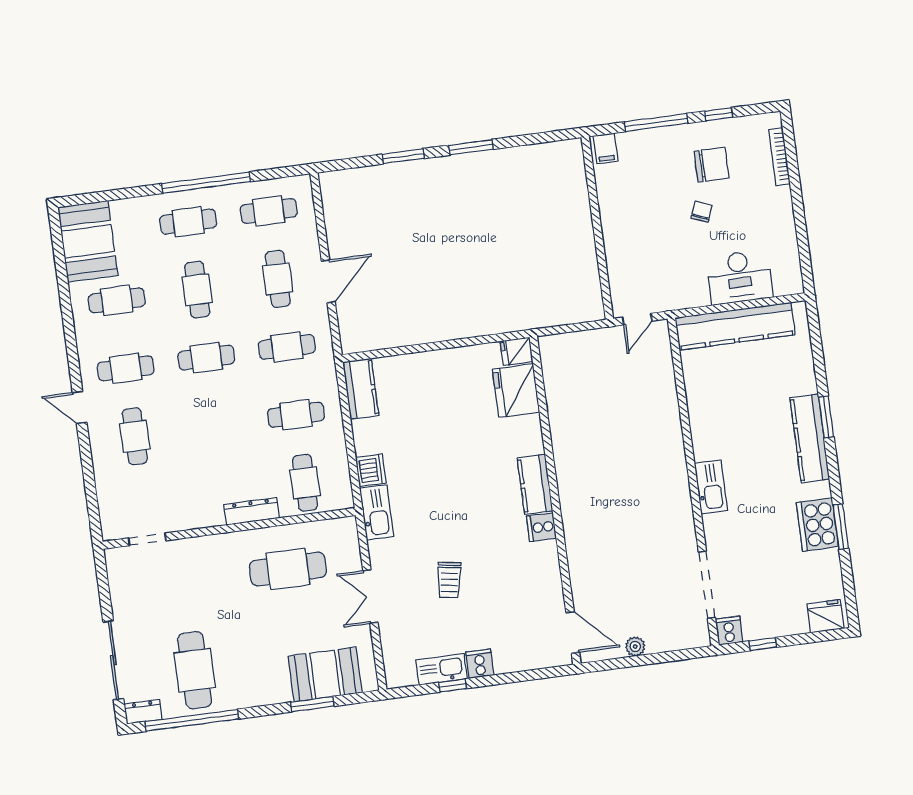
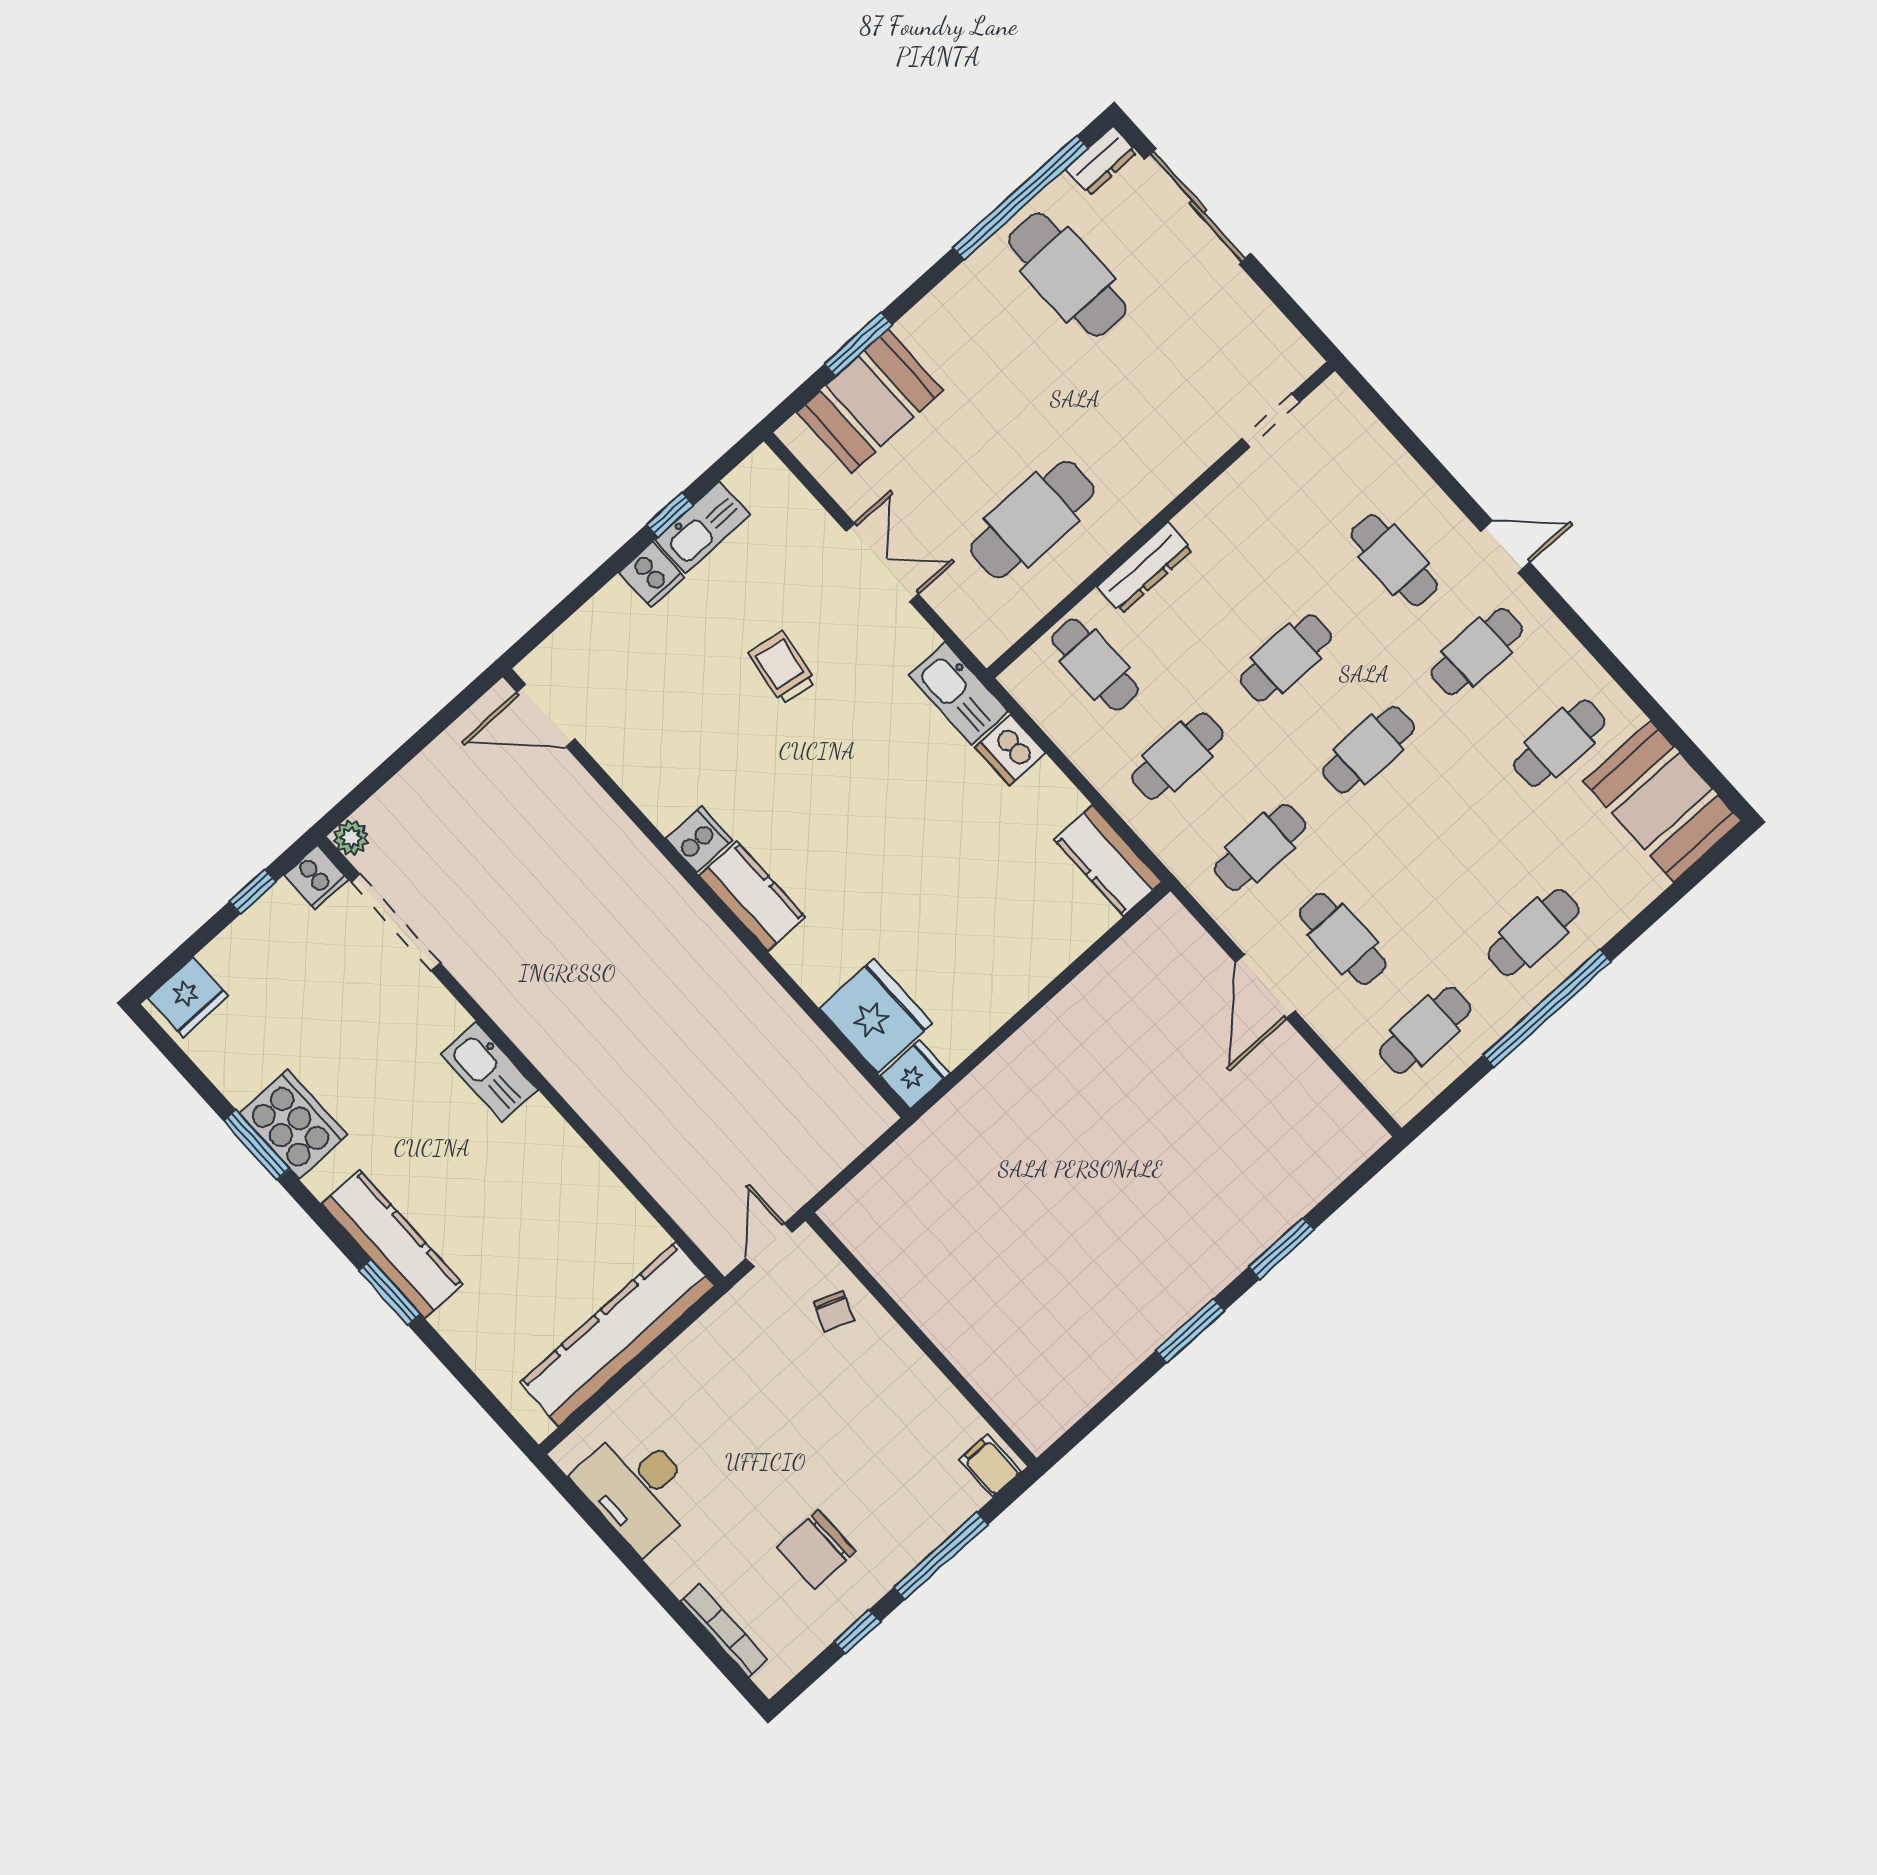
chair: (701, 212) -> (834, 1311), moved
desk: (740, 277) -> (637, 1488), moved, turned -90
cafe table: (197, 290) -> (1286, 658), moved, turned 90
plant: (635, 646) -> (351, 838), moved

